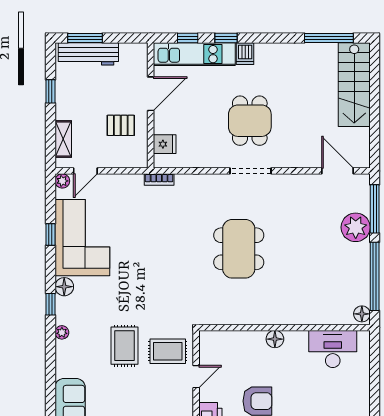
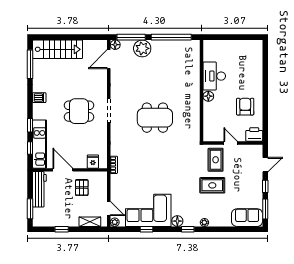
workbench: (88, 54) -> (39, 189), moved
dishwasher: (245, 54) -> (39, 98), moved
floor lamp: (362, 314) -> (115, 45), moved
desk: (333, 349) -> (214, 76), moved

